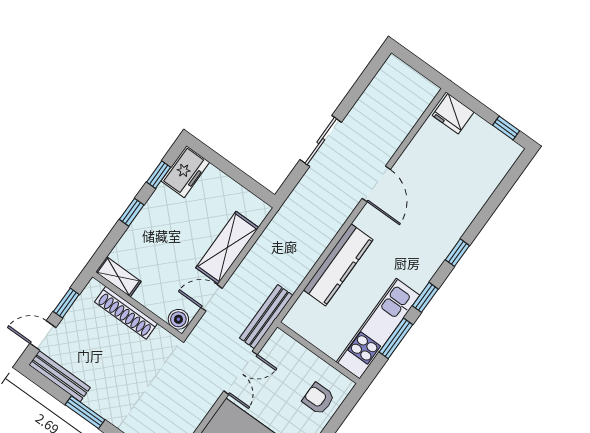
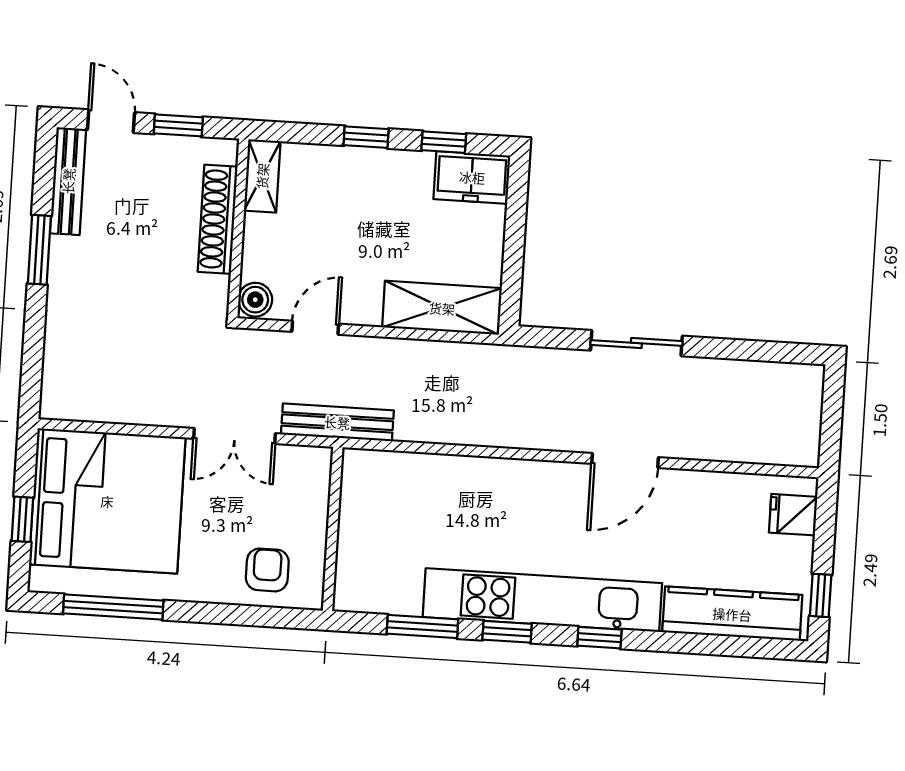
fridge: (453, 114) -> (793, 515), width x0.72
shelving: (227, 248) -> (442, 308), moved
kitchen counter: (338, 265) -> (732, 614), moved, turned 180
door: (212, 298) -> (315, 328), hinge flipped
kitchen unit: (378, 329) -> (542, 600), moved, width x1.36

